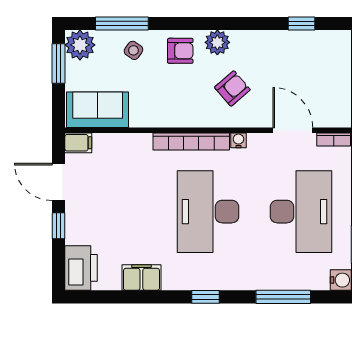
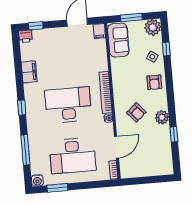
window: (122, 23) -> (166, 49), width x0.46
window: (302, 23) -> (174, 134), moved
plant: (217, 42) -> (162, 117), moved
window: (58, 64) -> (131, 17), moved
window: (58, 226) -> (36, 26), moved
printer: (81, 268) -> (26, 36), width x0.53, depth x0.68

